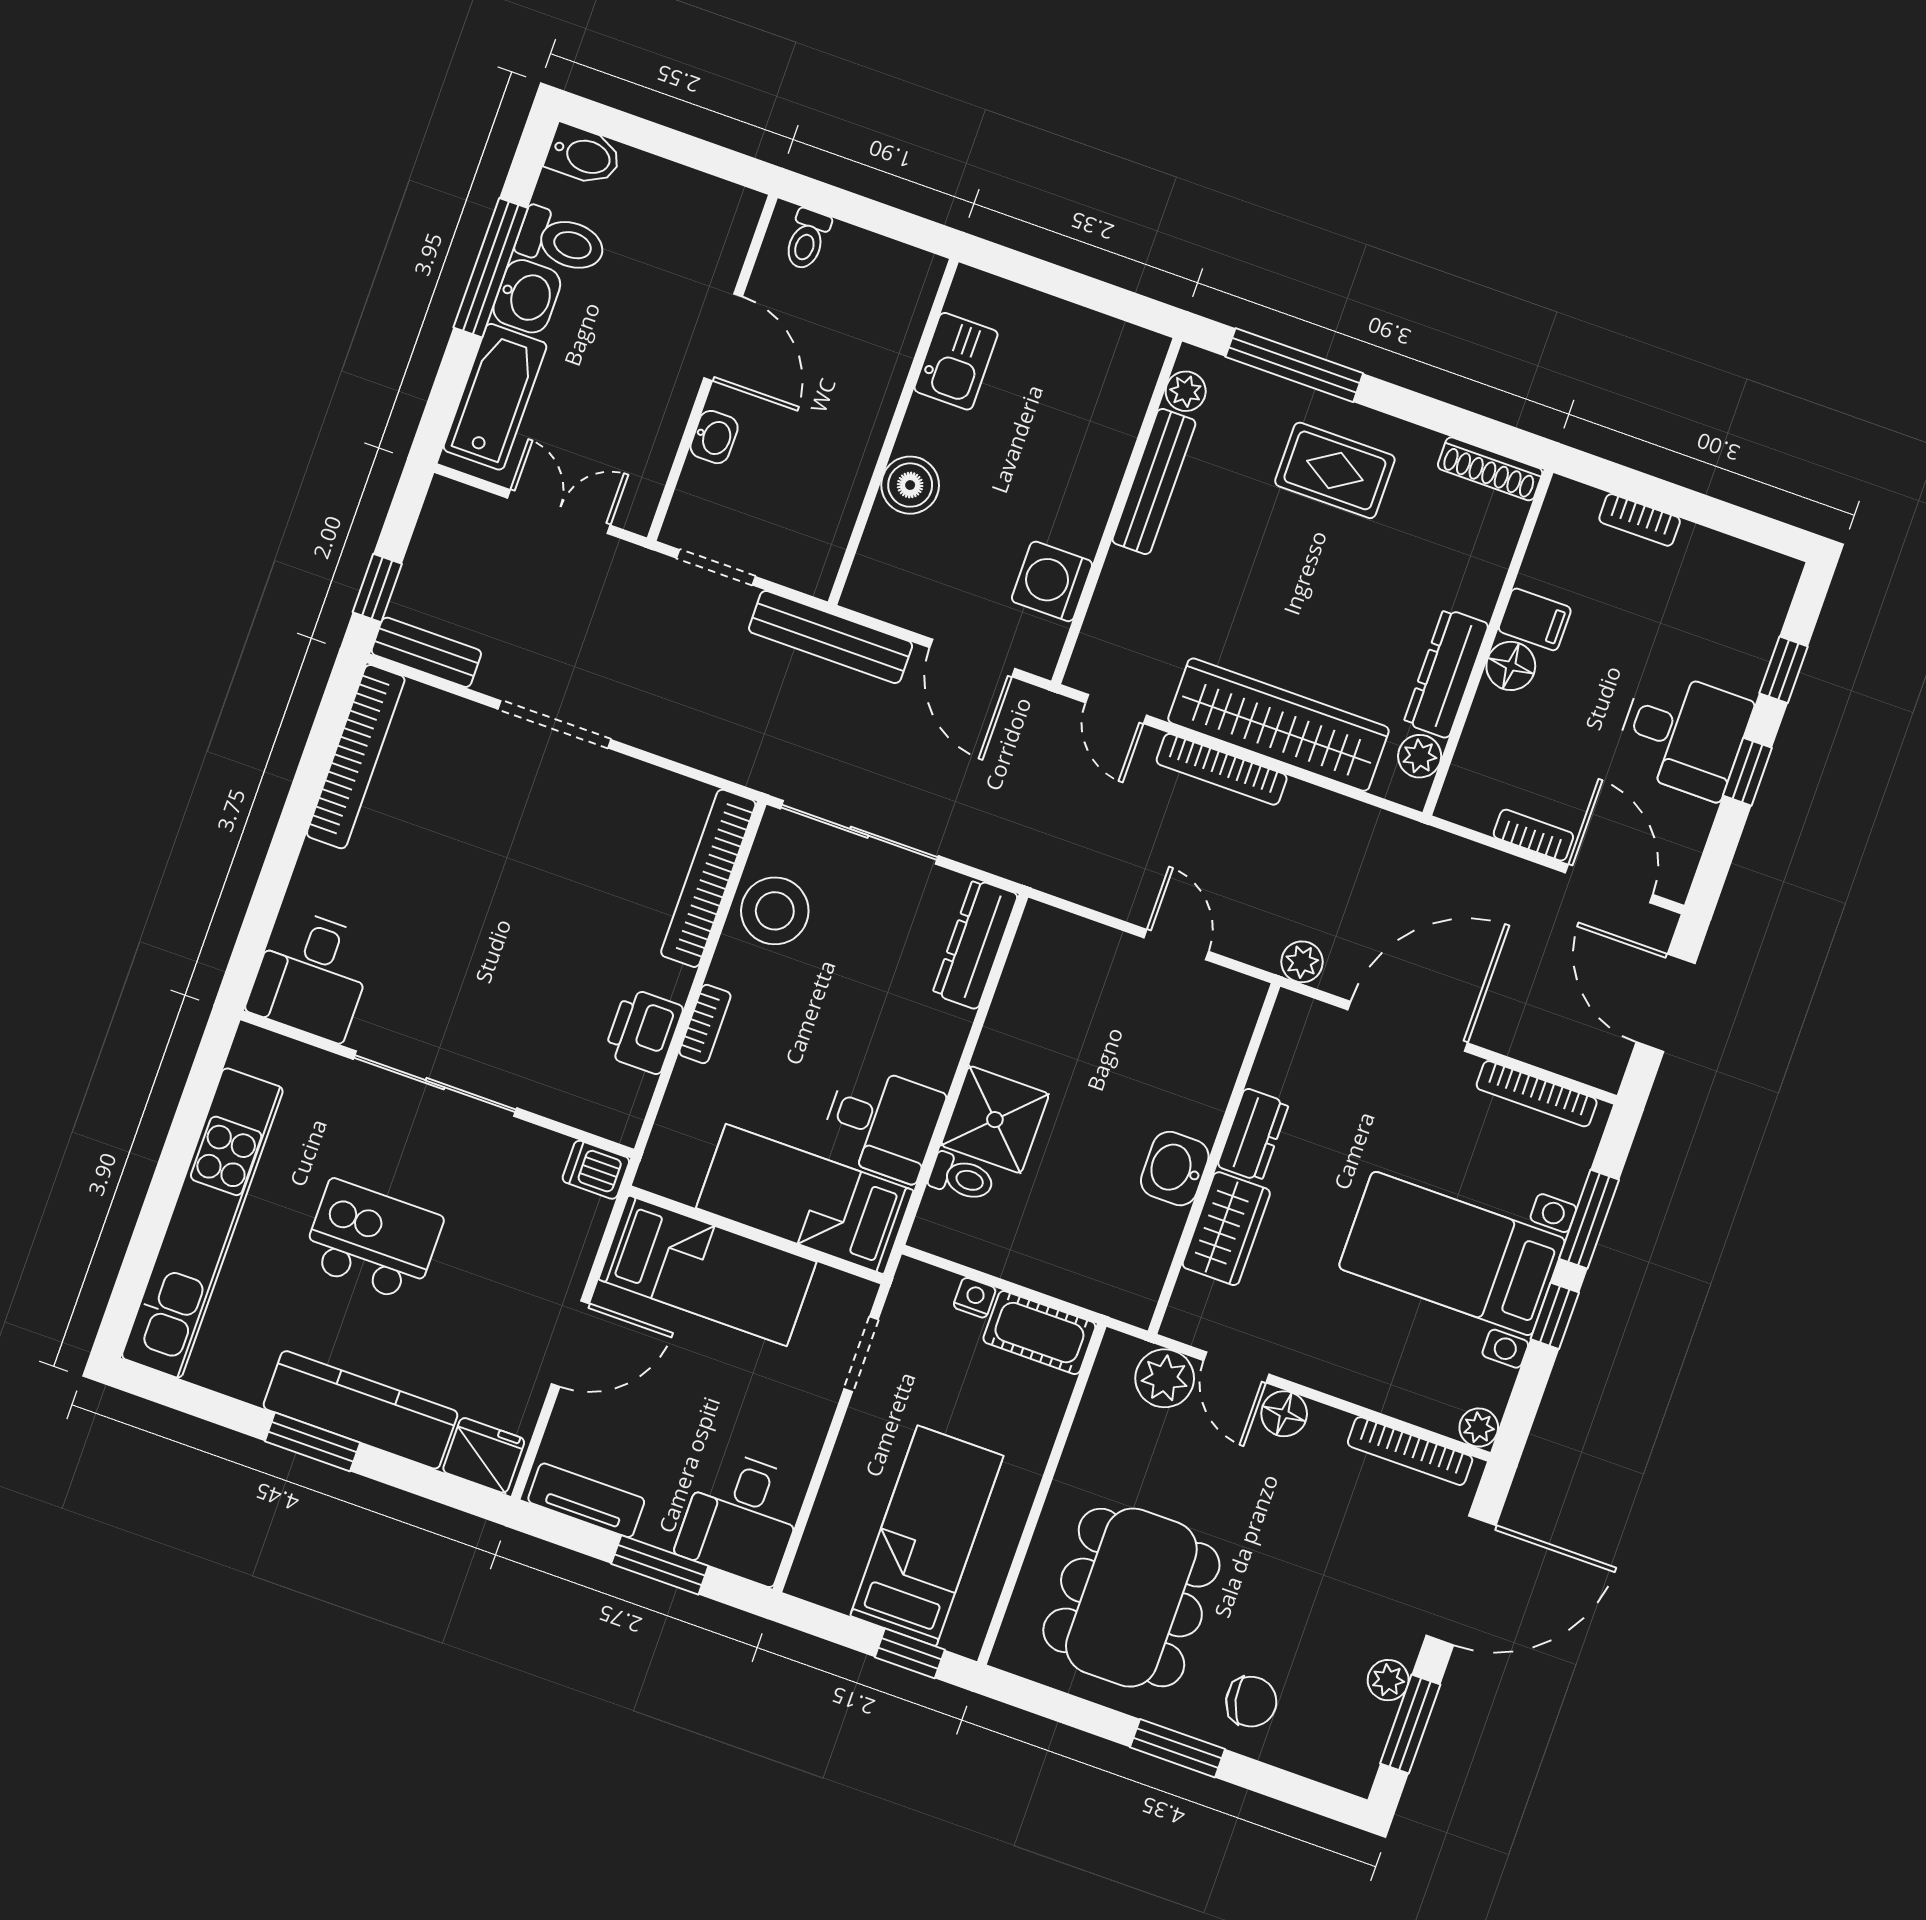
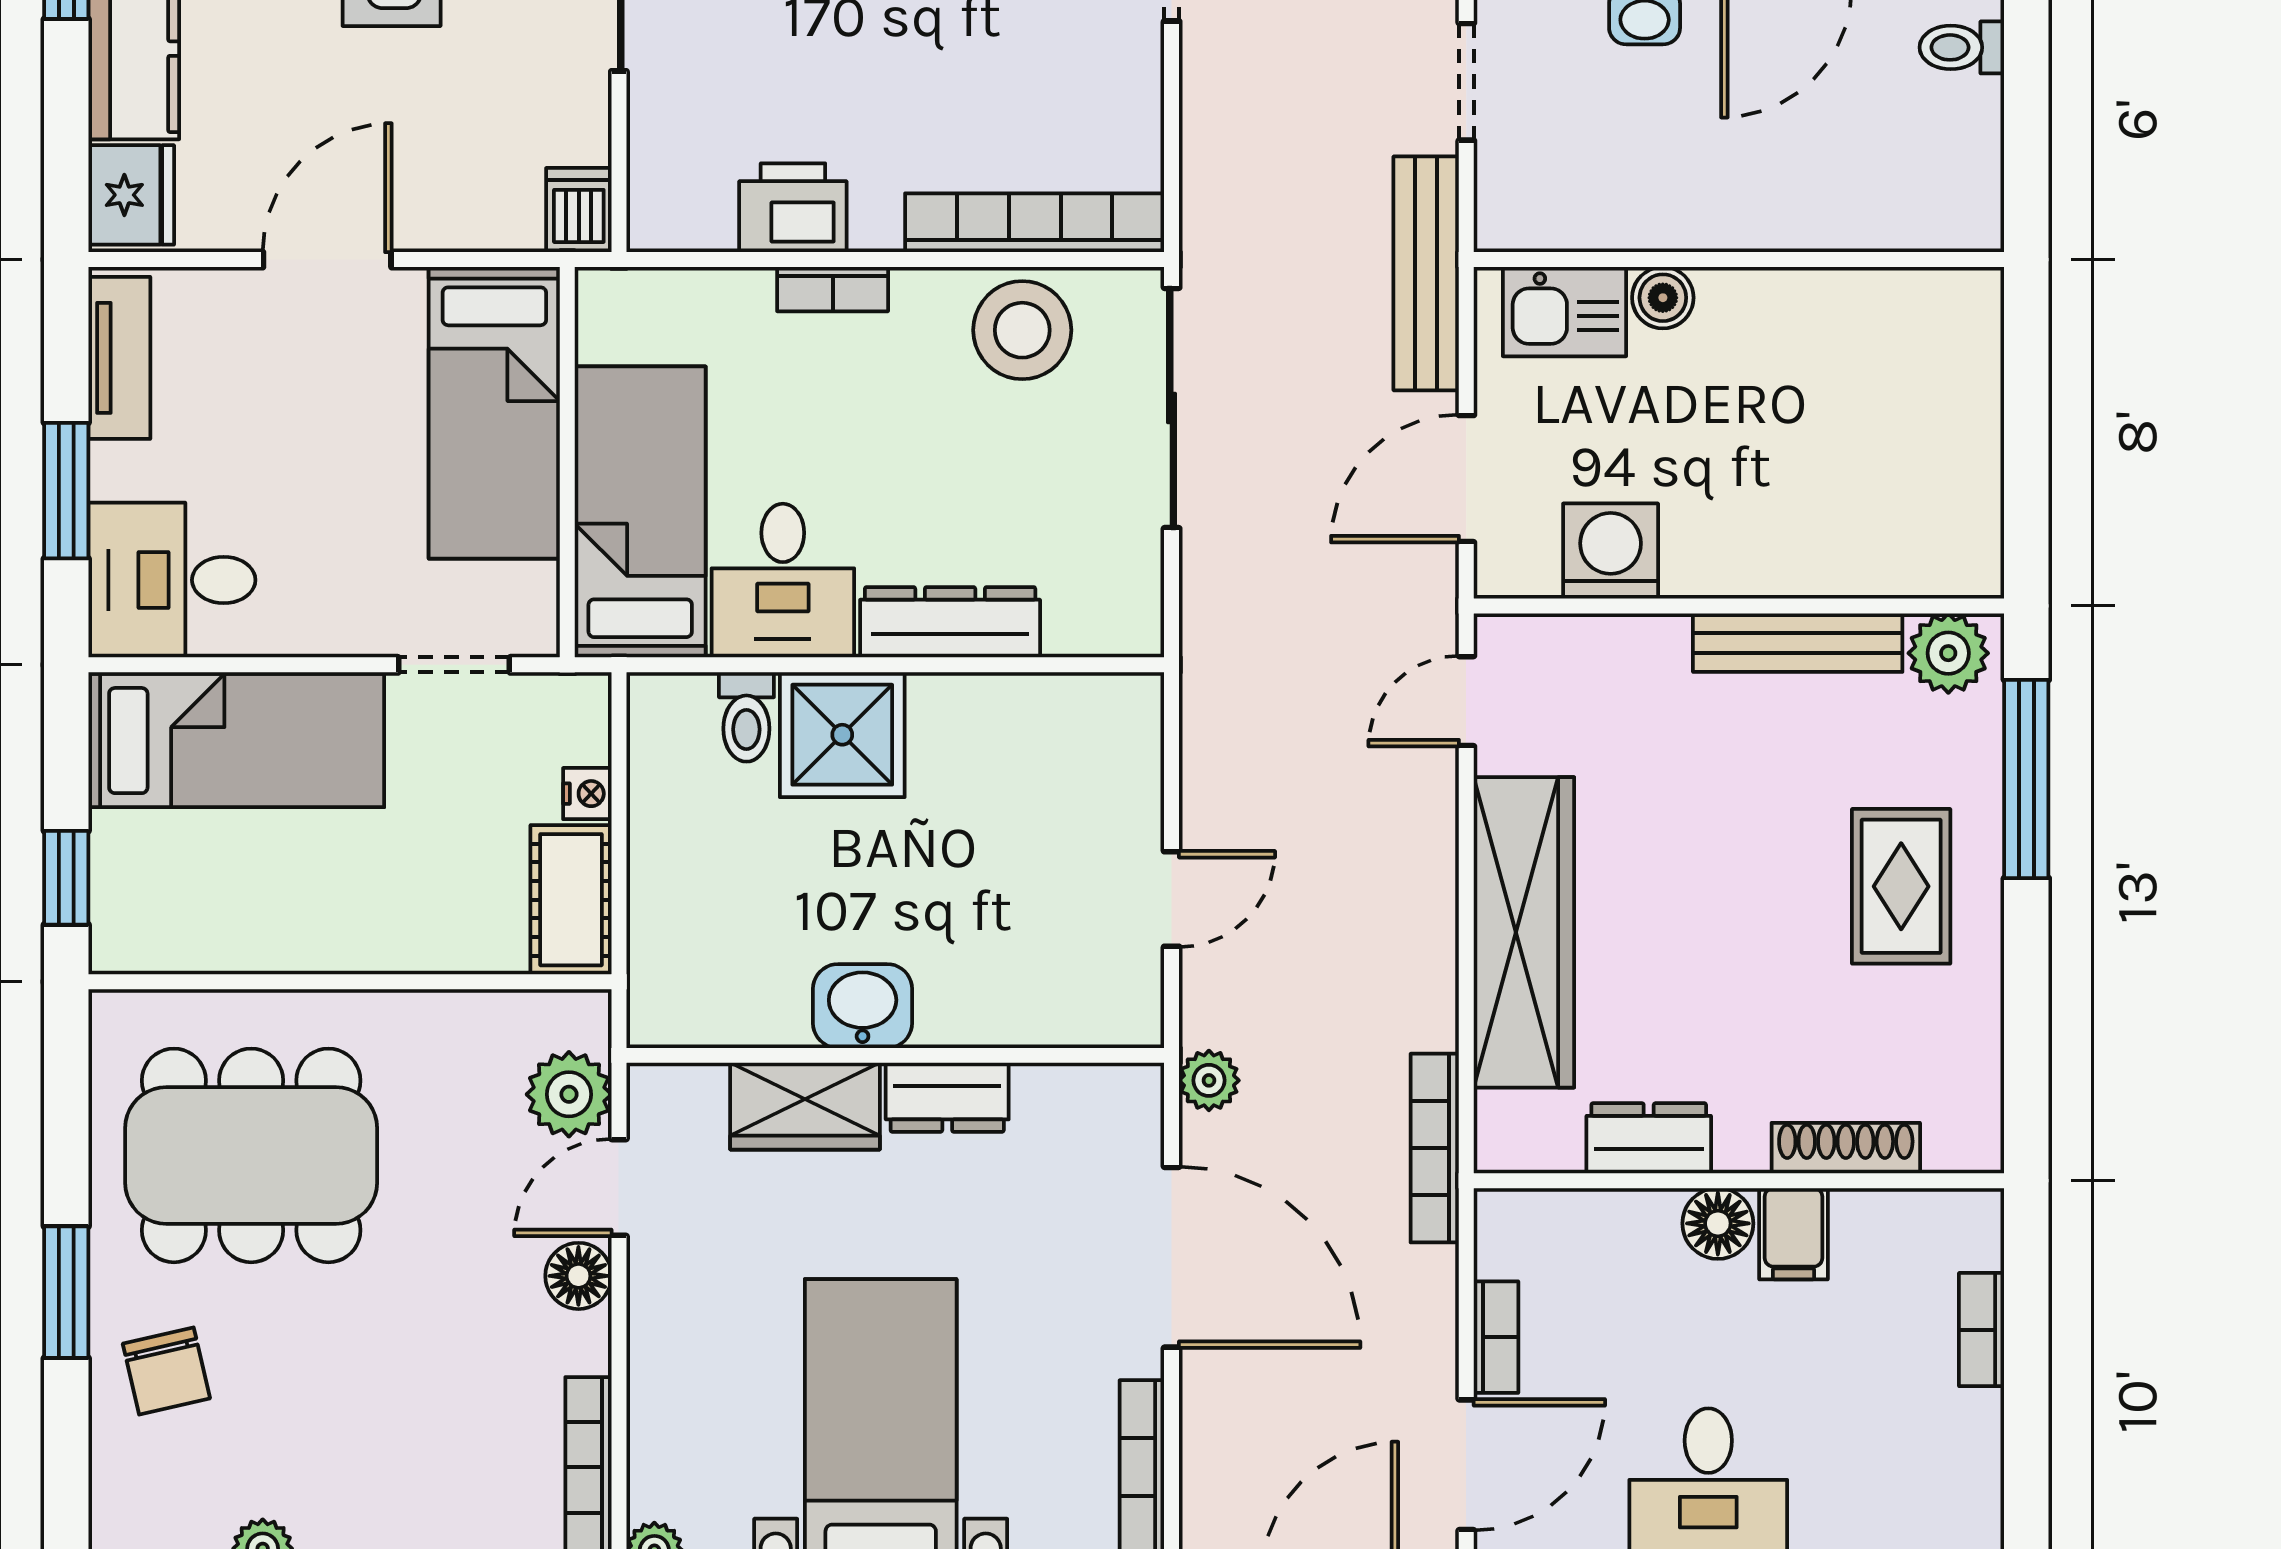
kitchen sink: (956, 361) -> (1565, 312), moved
plant: (1186, 391) -> (1948, 653), width x1.38, depth x1.38
shoe rack: (1490, 469) -> (1846, 1148), moved, turned 90
boiler: (910, 485) -> (1663, 298), width x0.73, depth x0.73
dresser: (1446, 673) -> (1649, 1138), width x0.70
plant: (1420, 756) -> (1549, 1142), removed
bookcase: (1222, 769) -> (1435, 1148), moved
dresser: (975, 944) -> (950, 622), moved
door: (570, 1344) -> (327, 260), swing flipped
bed: (927, 1536) -> (236, 741), moved

